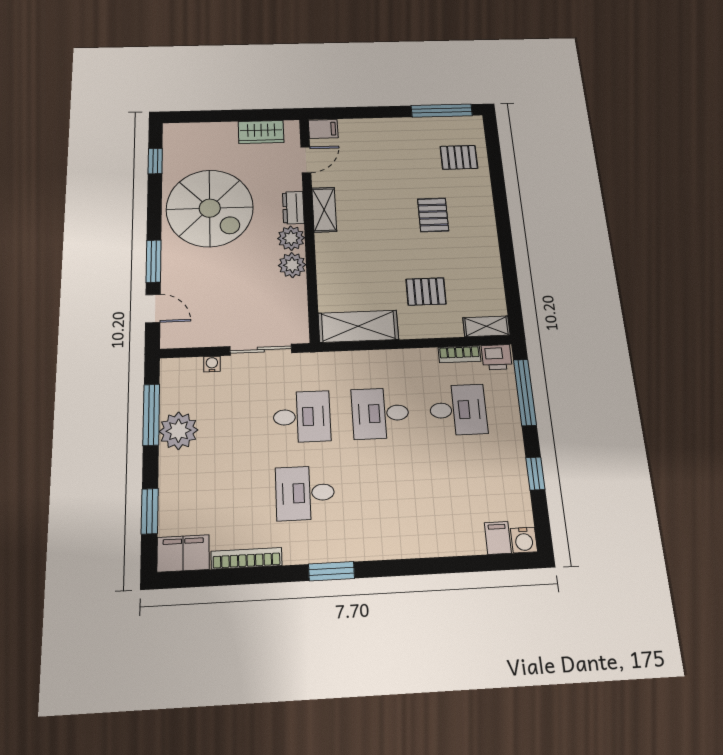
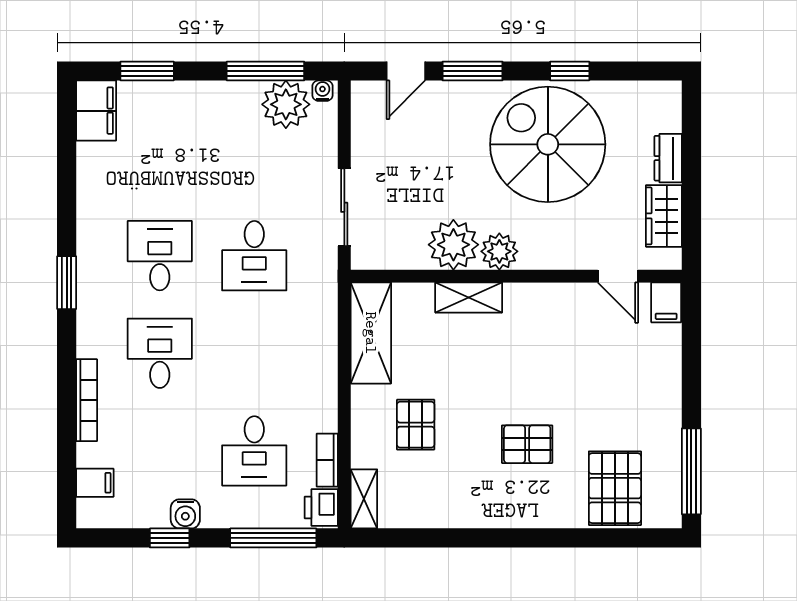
pallet: (459, 157) -> (615, 488), width x1.50, depth x1.42
window: (155, 161) -> (570, 71), moved
spiral stairs: (210, 208) -> (548, 144), turned 90
dresser: (293, 208) -> (668, 158), moved, turned -90
shelving: (324, 210) -> (469, 297), moved
plant: (292, 265) -> (453, 245), width x1.36, depth x1.36
water cooler: (212, 364) -> (322, 91), moved, turned -90
desk: (380, 413) -> (160, 353), moved
plant: (178, 431) -> (286, 104), moved
water cooler: (524, 540) -> (185, 514), moved, turned -90
bookcase: (247, 558) -> (87, 400), moved

